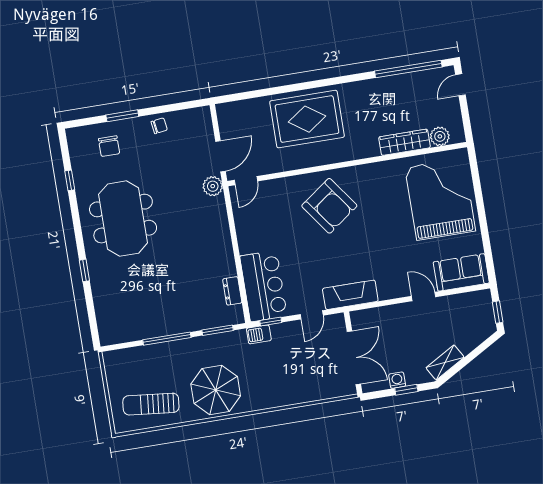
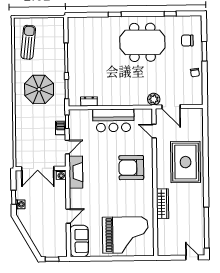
plant: (440, 136) -> (163, 240), removed
wardrobe: (405, 142) -> (163, 204), moved
door: (246, 181) -> (154, 131), moved
armchair: (329, 206) -> (131, 168), turned 36
bar counter: (263, 286) -> (113, 120), moved
door: (312, 315) -> (67, 147), swing flipped
washing machine: (358, 318) -> (61, 175), added
barbecue: (259, 334) -> (61, 128), moved
shelving: (445, 362) -> (27, 223), removed
washing machine: (397, 380) -> (20, 204), moved
parasol: (216, 390) -> (39, 89), moved

